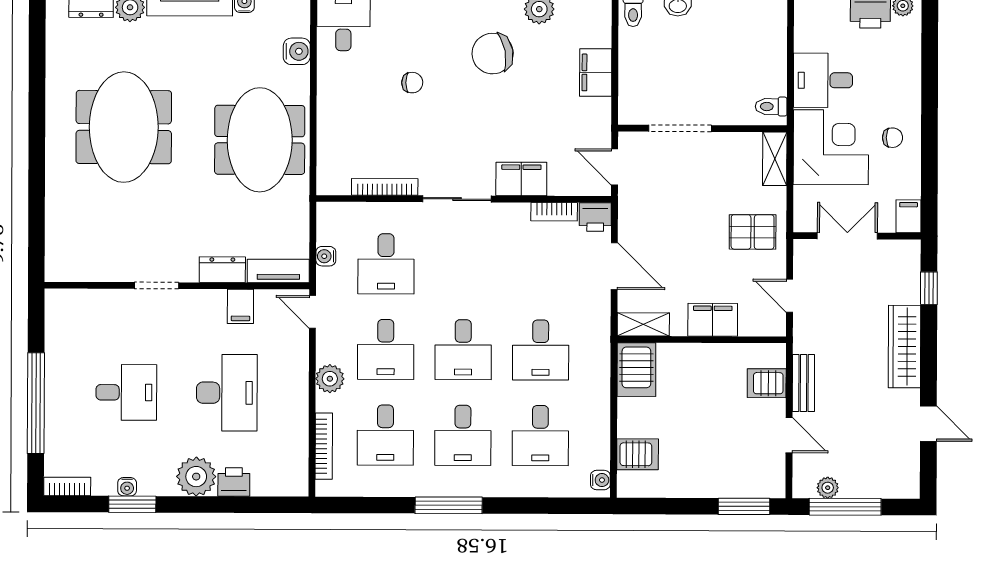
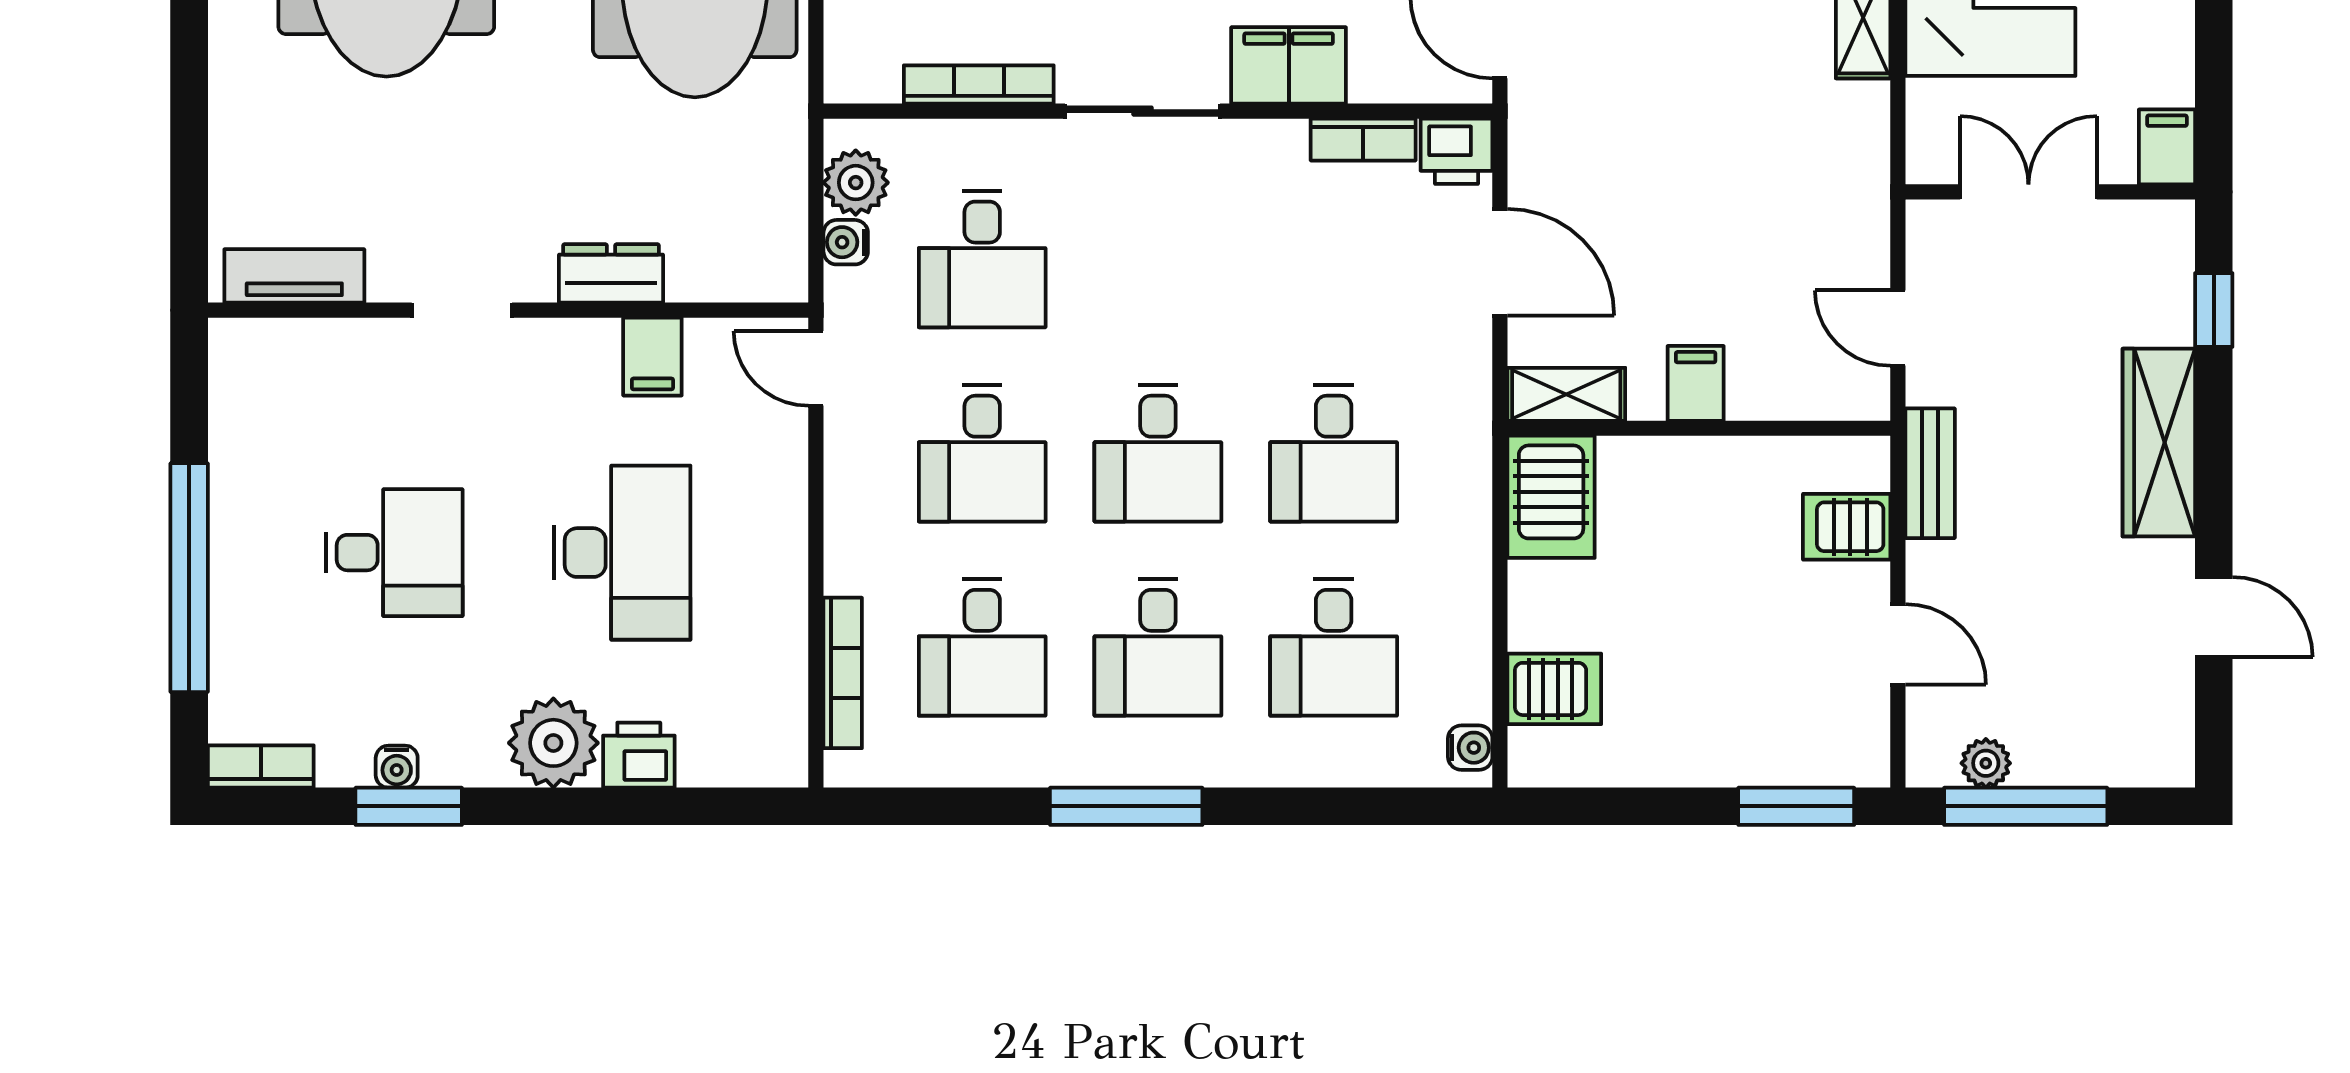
pallet: (753, 232) -> (1813, 184), removed
tv unit: (278, 271) -> (294, 276), moved
filing cabinet: (713, 320) -> (1696, 383), width x0.50
plant: (330, 379) -> (856, 183), moved
bench: (803, 383) -> (1930, 473), moved

